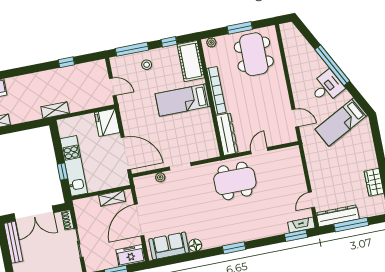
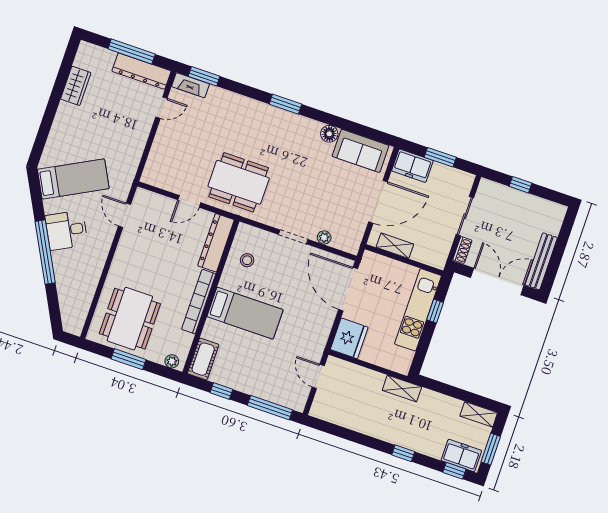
cot: (191, 61) -> (203, 359), width x0.73, depth x0.75
window: (66, 62) -> (403, 453), moved
stool: (147, 65) -> (247, 260), moved

